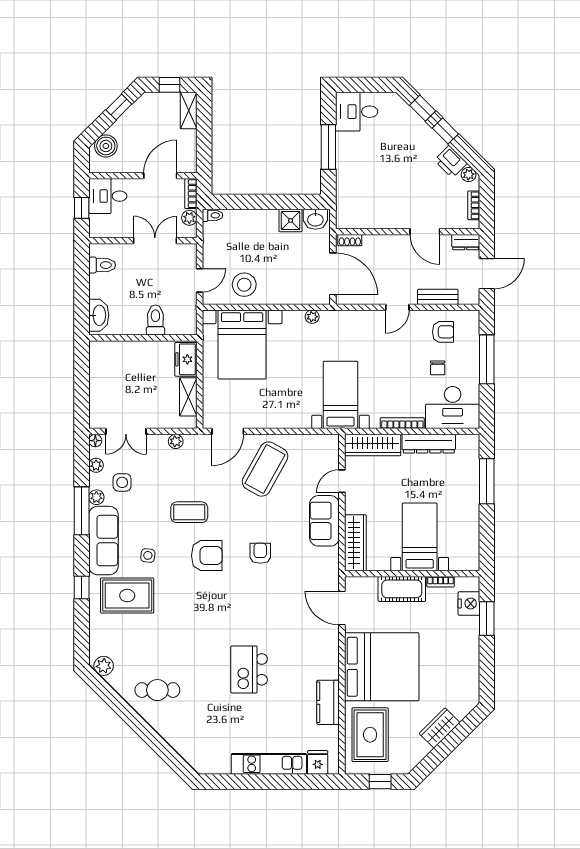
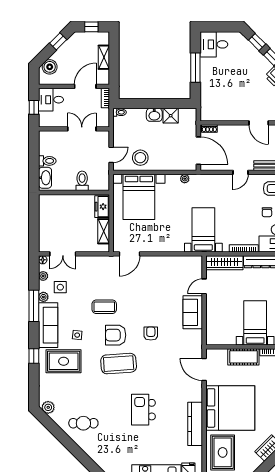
shelving: (189, 111) -> (104, 57), moved
plant: (189, 218) -> (104, 114), removed
washbasin: (315, 219) -> (154, 115), moved
toilet: (102, 265) -> (47, 161), moved
plant: (176, 441) -> (95, 260), removed
coffee table: (265, 469) -> (119, 364), moved, turned 57
wardrobe: (355, 543) -> (213, 327), removed
armchair: (207, 556) -> (116, 335), turned 180
kitchen counter: (328, 702) -> (195, 424), width x1.50

